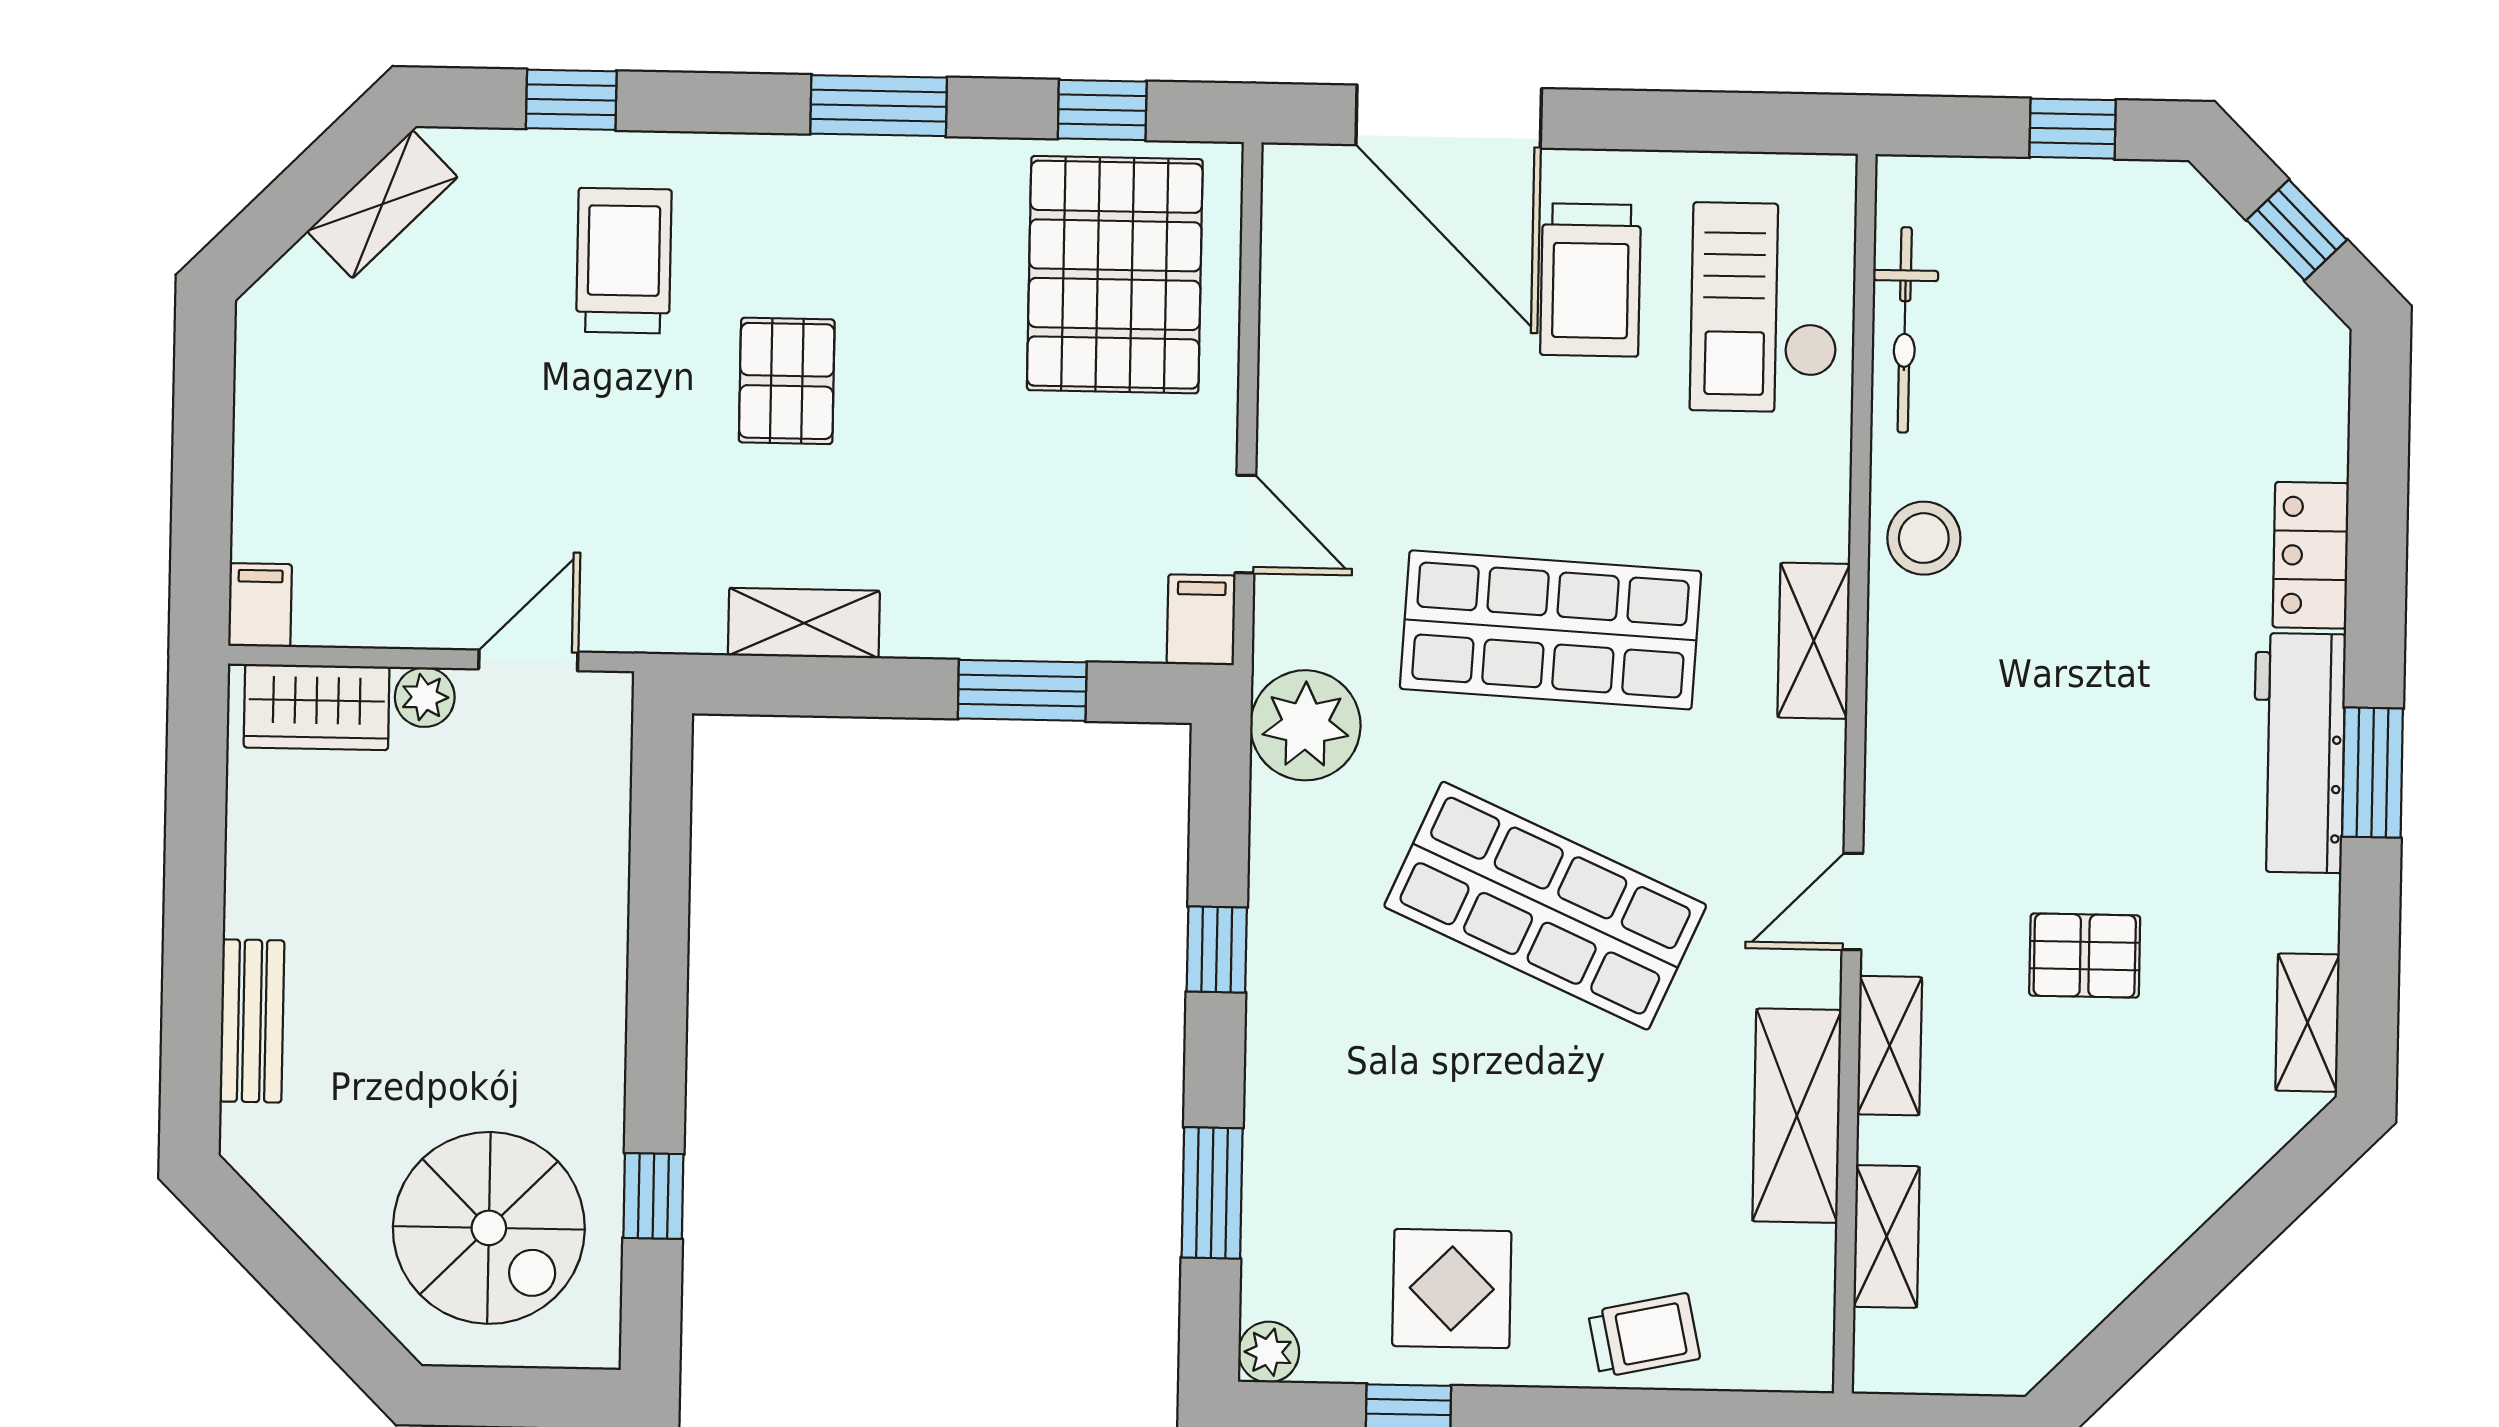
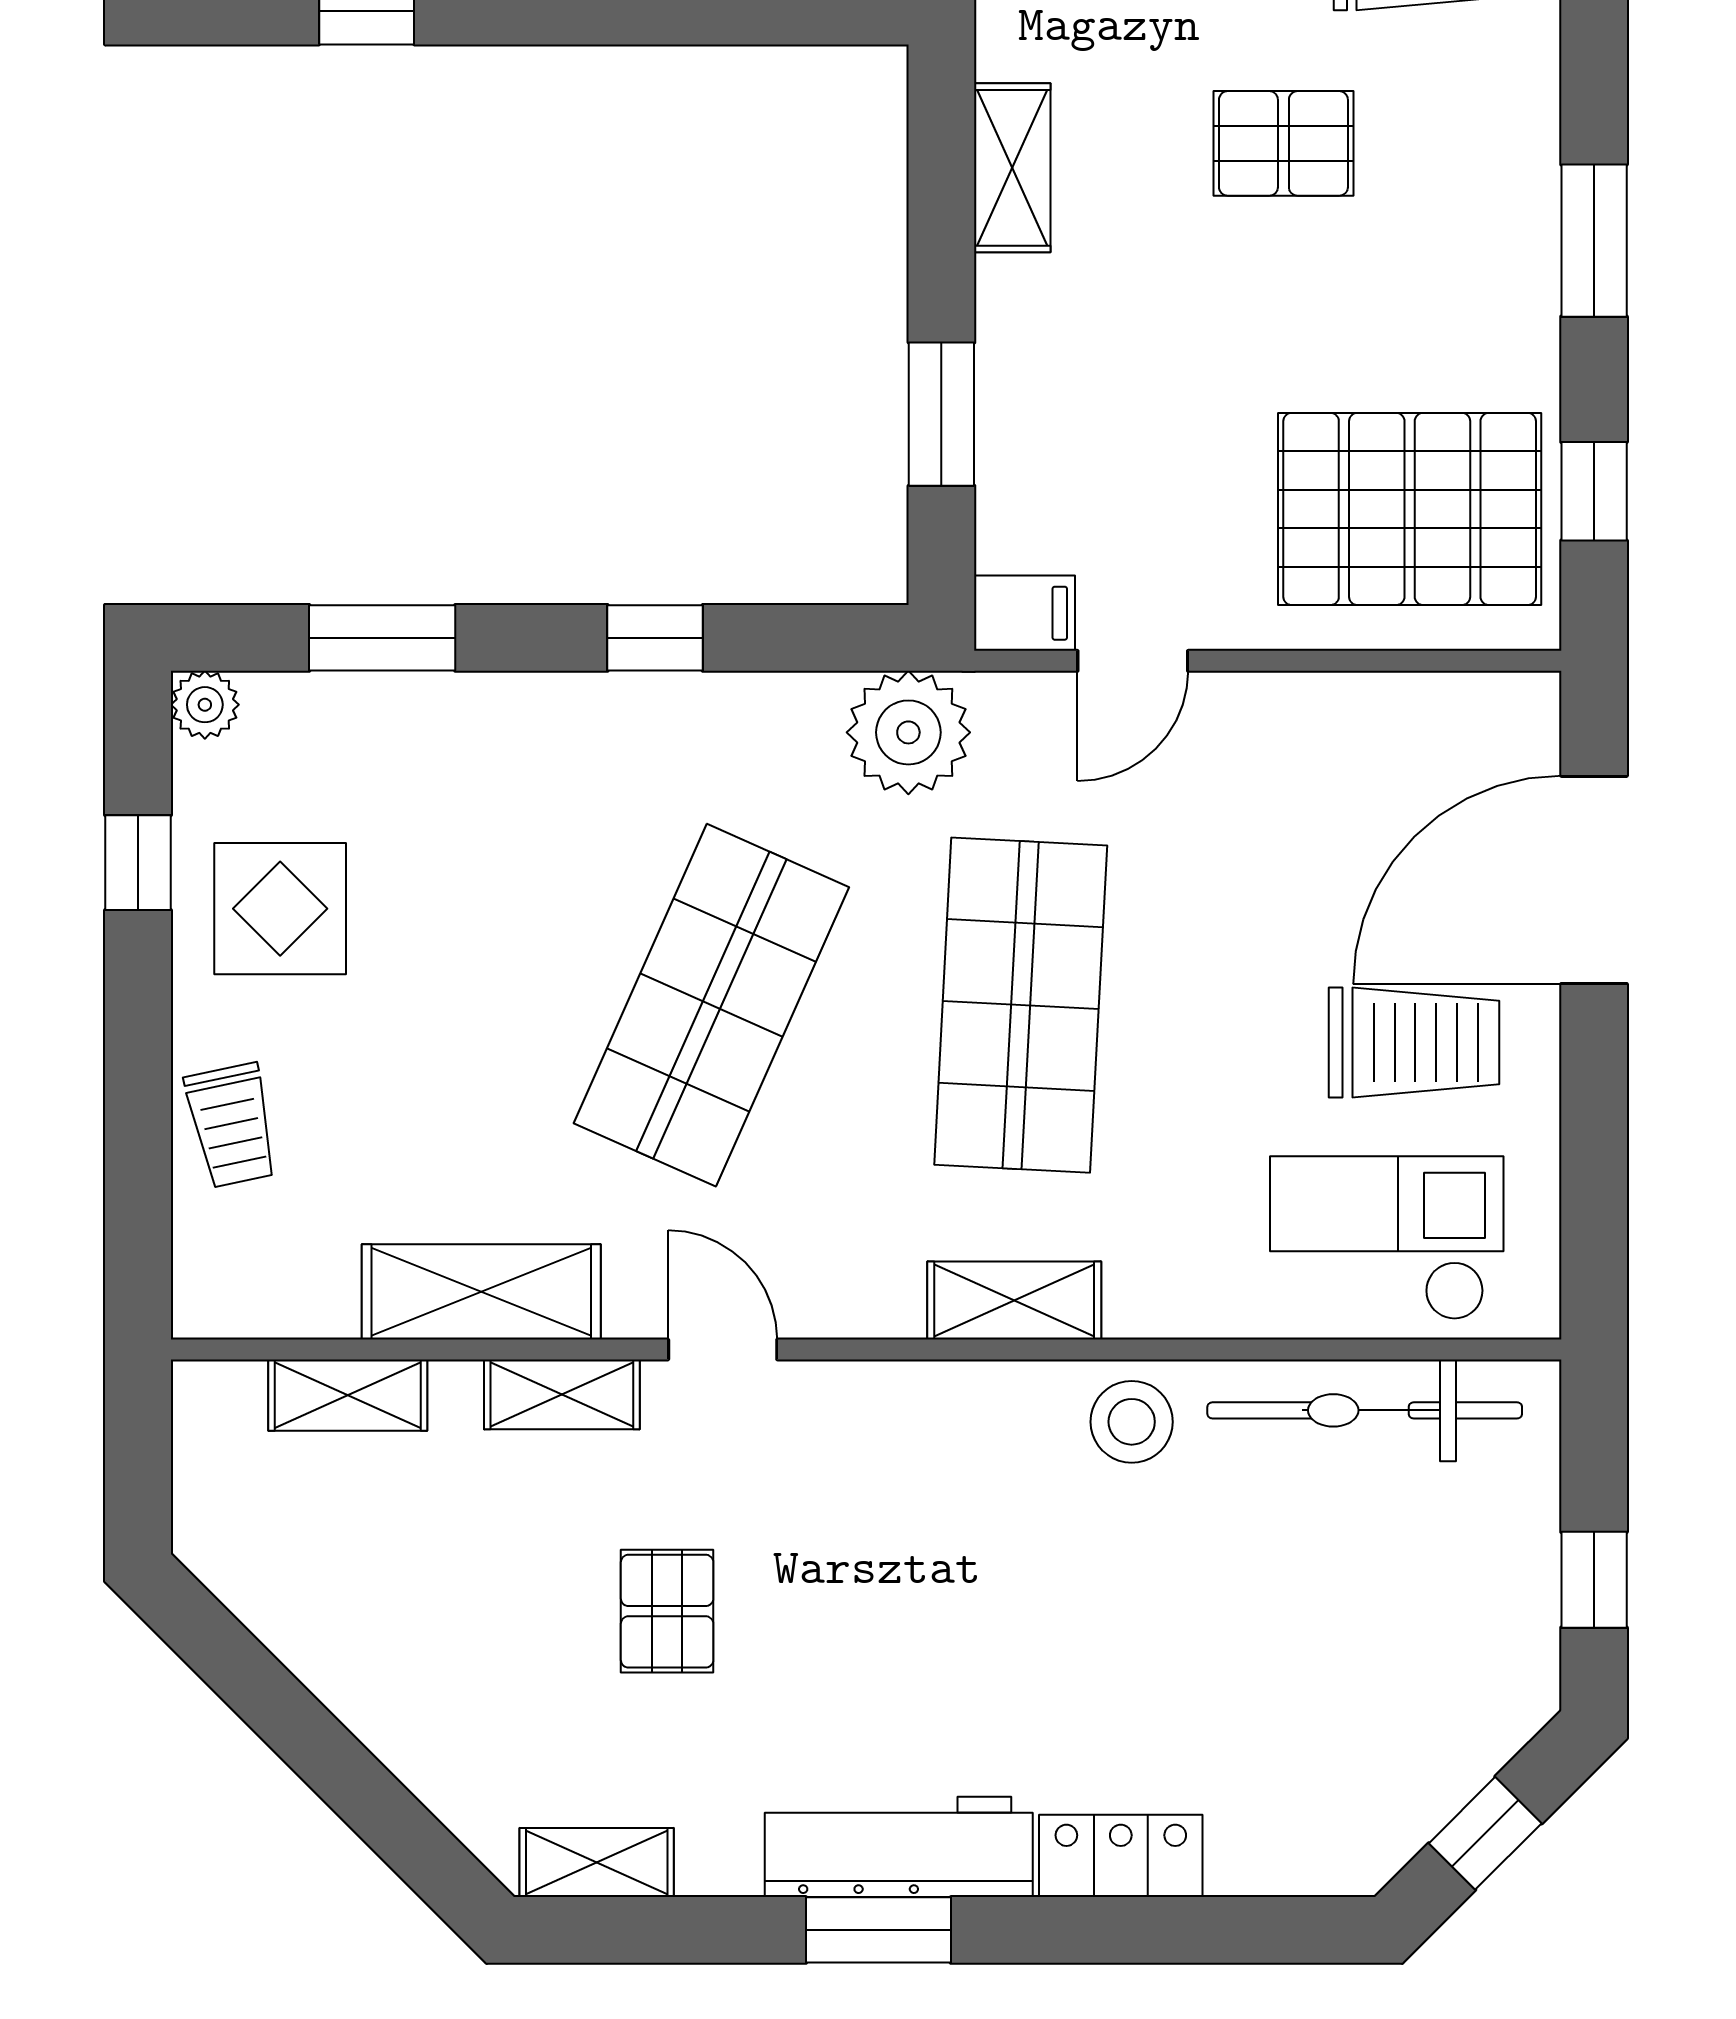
trolley: (1591, 280) -> (1414, 1043), turned 180
bicycle: (1905, 330) -> (1365, 1410), width x1.37, depth x1.40

